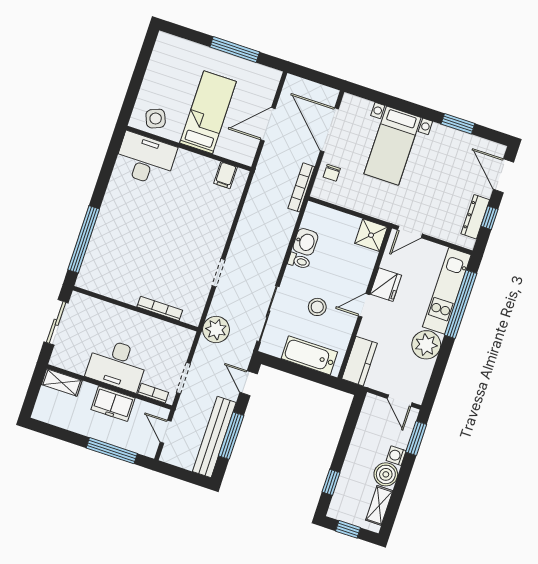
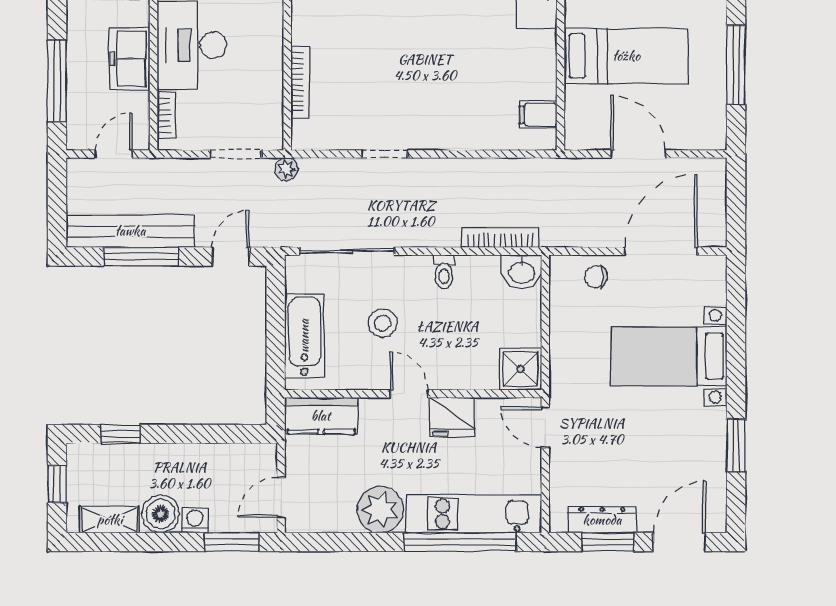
bookcase: (301, 187) -> (500, 237), moved
window: (489, 218) -> (608, 542), width x1.50
washbasin: (305, 242) -> (522, 272), moved
plant: (216, 330) -> (286, 169), width x0.53, depth x0.53
doorway: (183, 378) -> (236, 154), moved

